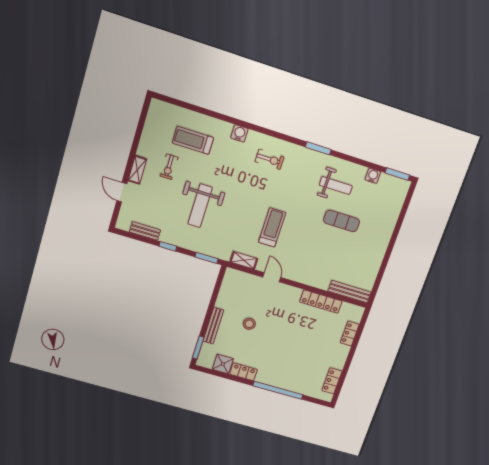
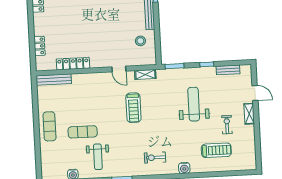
weight bench: (336, 186) -> (98, 157), turned -90
exercise mat: (376, 241) -> (49, 126), added
stool: (249, 324) -> (140, 41), moved

